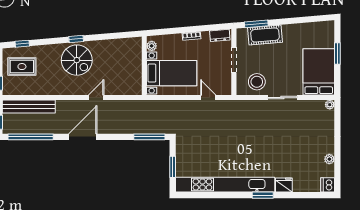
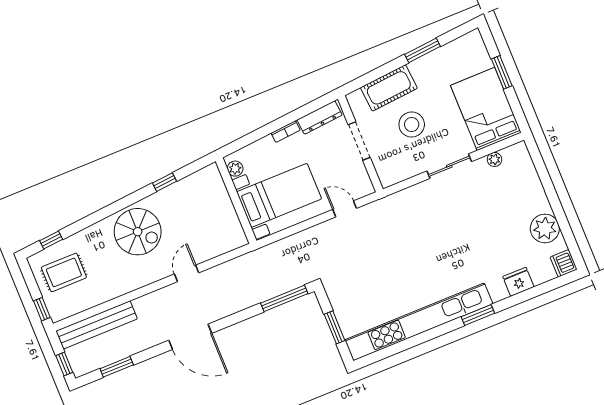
window: (256, 24) -> (422, 50), moved
dresser: (220, 35) -> (320, 117), width x1.44
window: (76, 39) -> (164, 182), moved
stool: (257, 82) -> (412, 124), moved
plant: (330, 105) -> (494, 159), moved
window: (31, 137) -> (117, 367), width x0.47
door: (83, 137) -> (190, 337), swing flipped
plant: (329, 159) -> (545, 228), width x1.87, depth x1.87
fridge: (284, 185) -> (518, 282), moved

